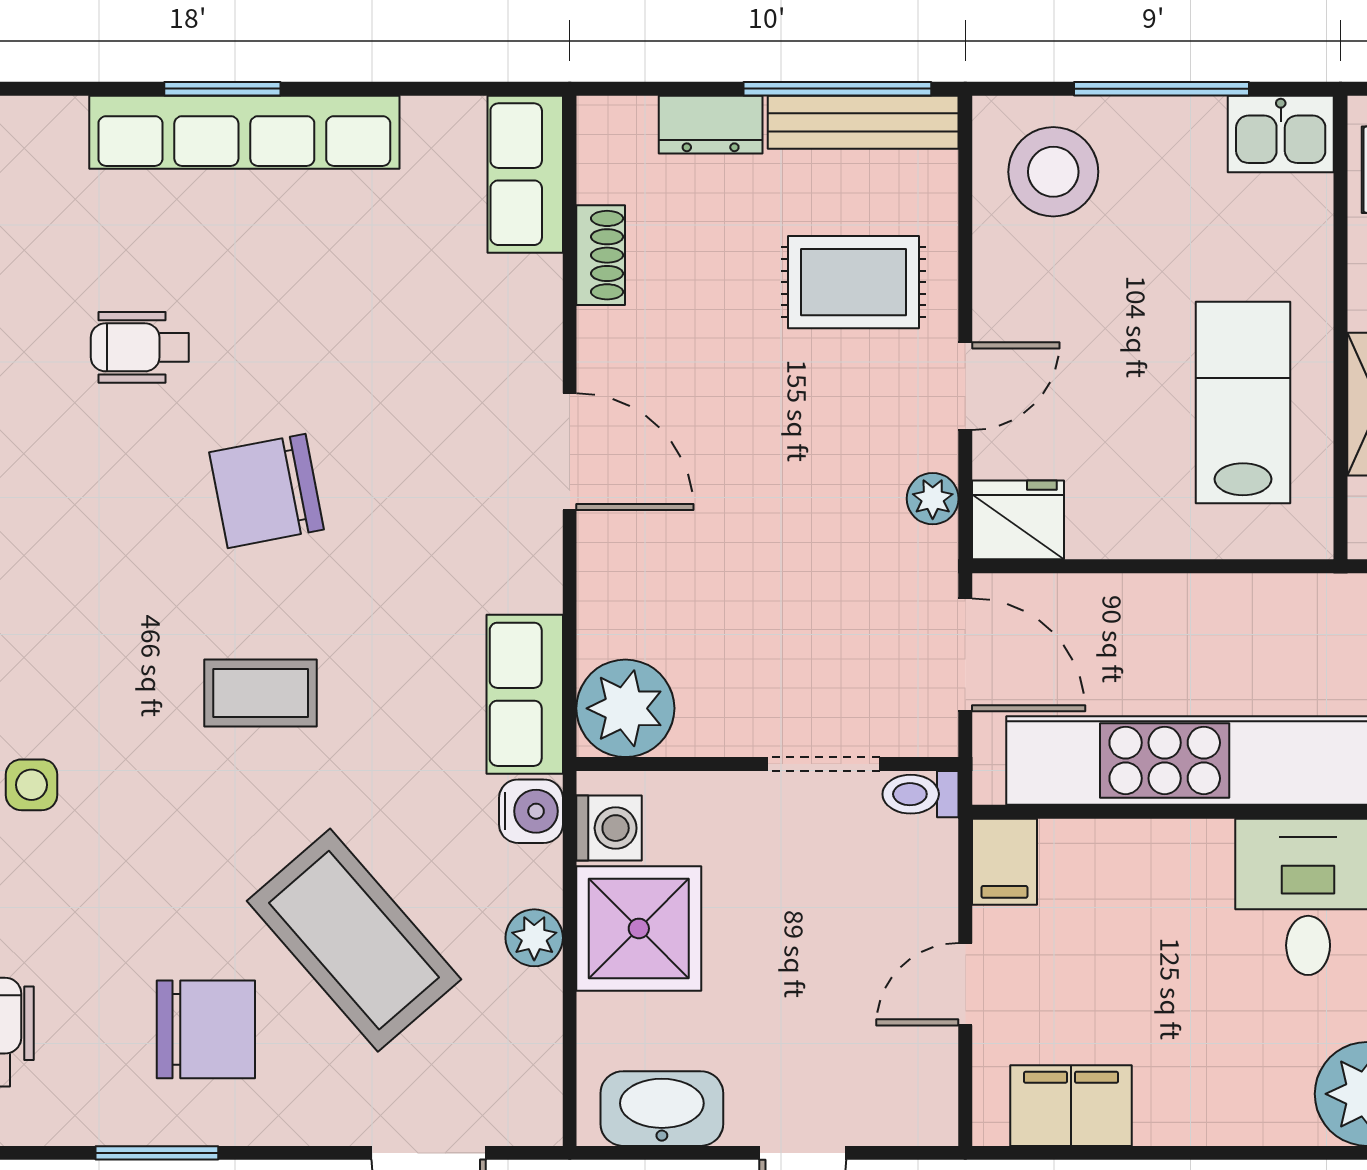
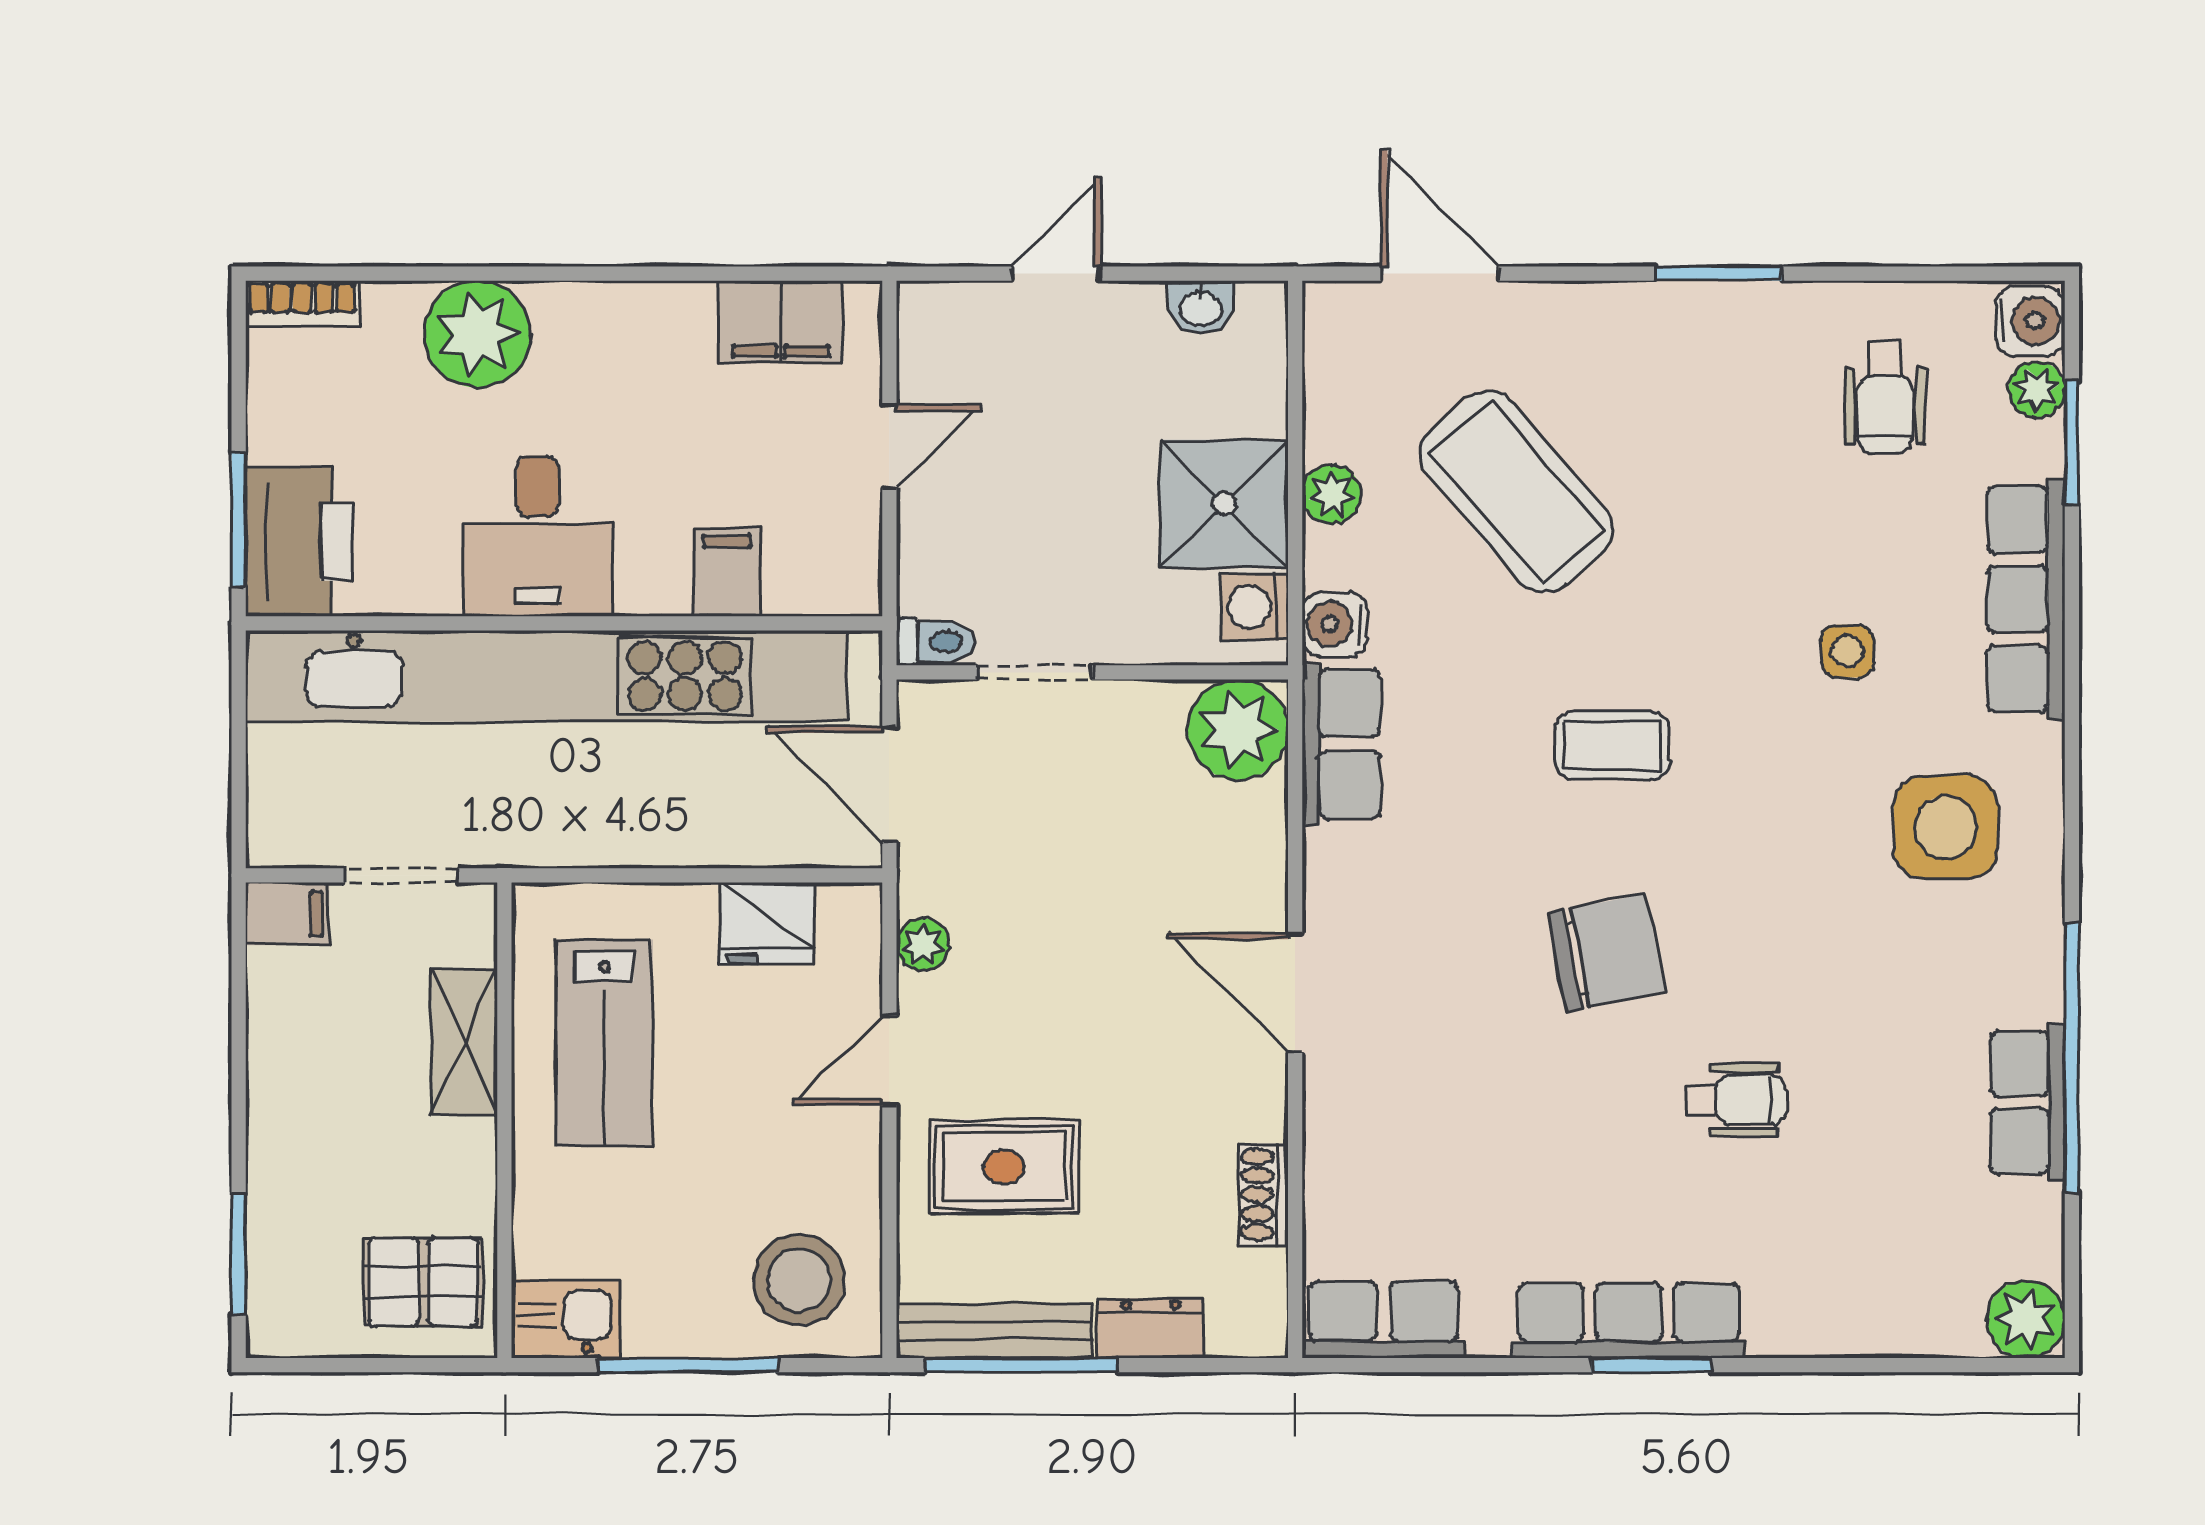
row of seats: (244, 132) -> (1629, 1321), width x0.73
row of seats: (525, 174) -> (1384, 1320), moved, turned -90
fridge: (1018, 520) -> (767, 923), moved
filing cabinet: (1004, 862) -> (727, 572), moved
chair: (206, 1029) -> (1668, 400), removed
washbasin: (662, 1109) -> (1201, 307), width x0.52, depth x0.69

